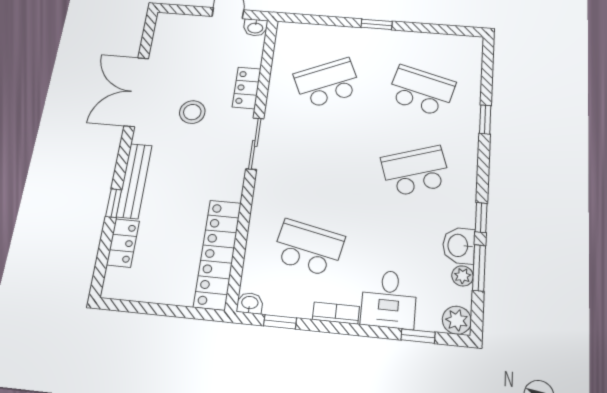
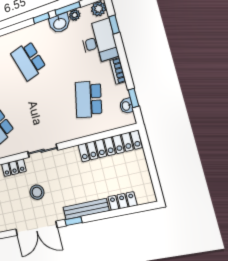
window: (114, 203) -> (73, 221), moved
desk: (389, 299) -> (99, 42), width x1.37
washbasin: (250, 303) -> (126, 106), moved

